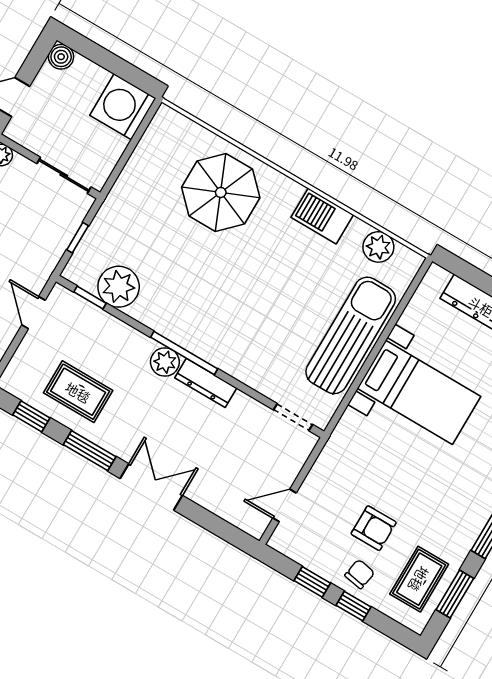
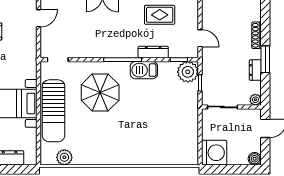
parasol: (221, 192) -> (100, 92), moved
barbecue: (322, 216) -> (144, 70), moved, turned 180
plant: (119, 287) -> (188, 72), moved
plant: (165, 362) -> (129, 51), removed
dresser: (206, 383) -> (153, 52), moved

